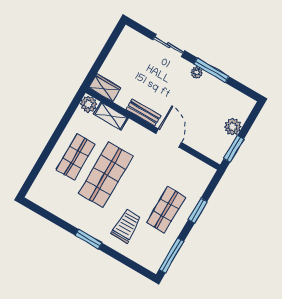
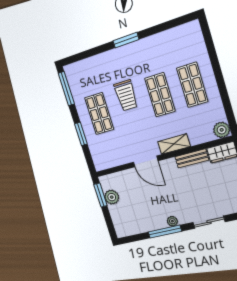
bench: (143, 112) -> (192, 158), moved
shelving: (111, 116) -> (174, 144), moved
plant: (233, 127) -> (112, 197), moved
shop shelf: (106, 175) -> (160, 95), width x0.70, depth x0.74
trolley: (126, 226) -> (126, 95), moved

